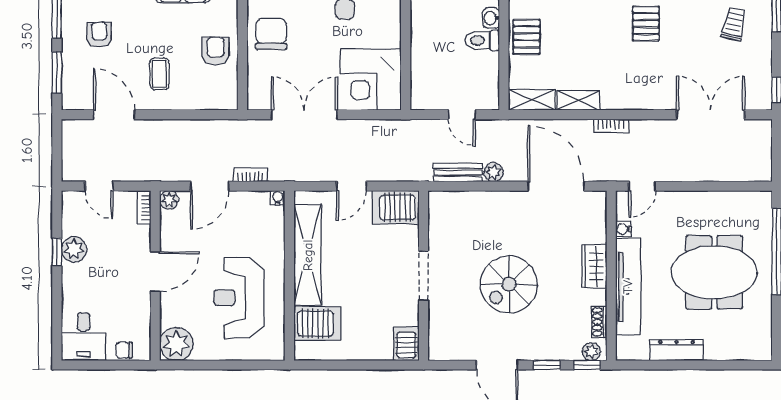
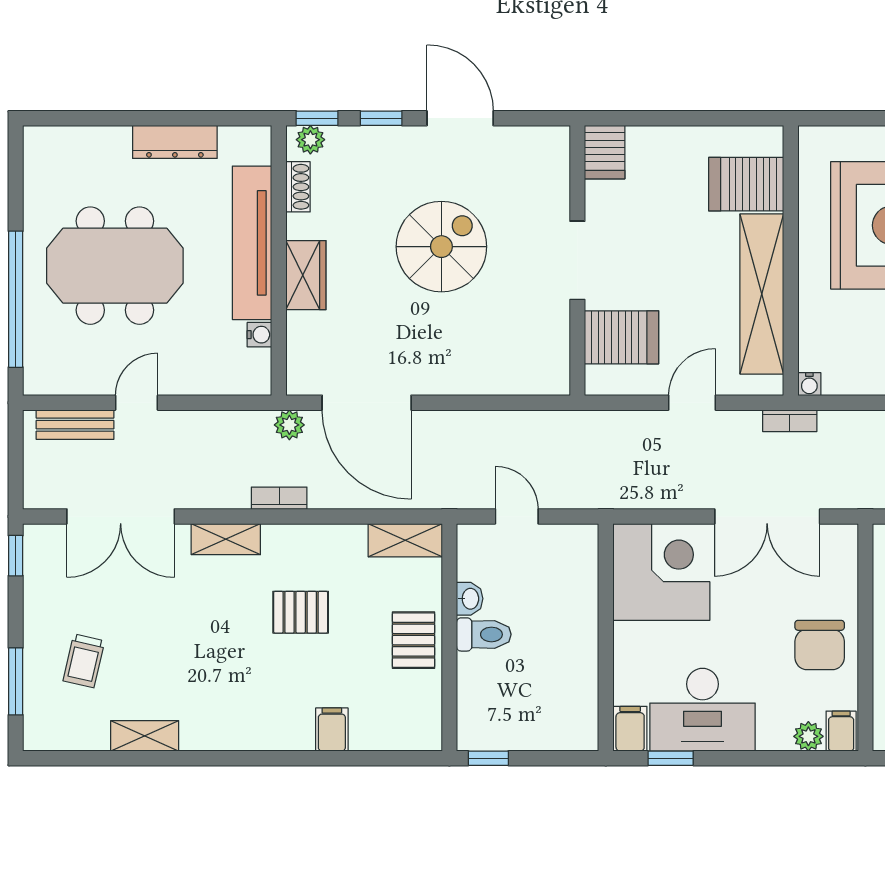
washbasin: (491, 18) -> (470, 599), moved
pallet: (646, 24) -> (301, 612), moved, turned 90
shelving: (579, 100) -> (226, 539), moved
bench: (458, 172) -> (75, 425), moved
plant: (493, 172) -> (289, 425), moved
bookcase: (250, 175) -> (790, 421), moved
door: (642, 186) -> (137, 403), moved
server rack: (396, 207) -> (622, 337), moved

